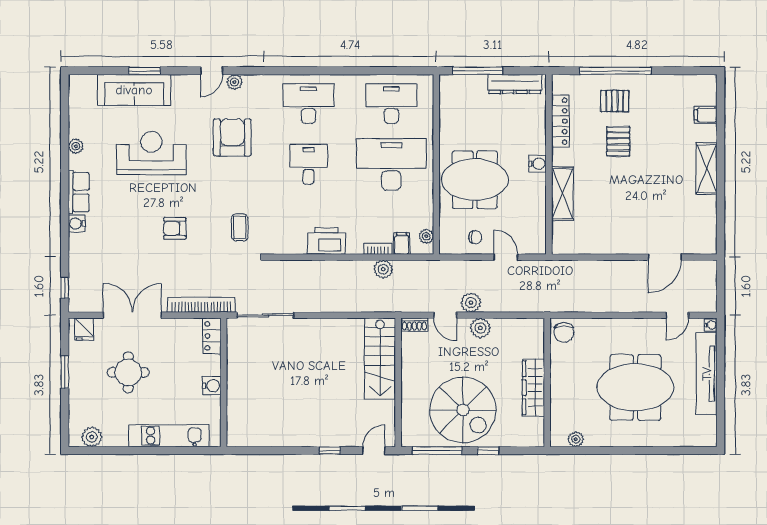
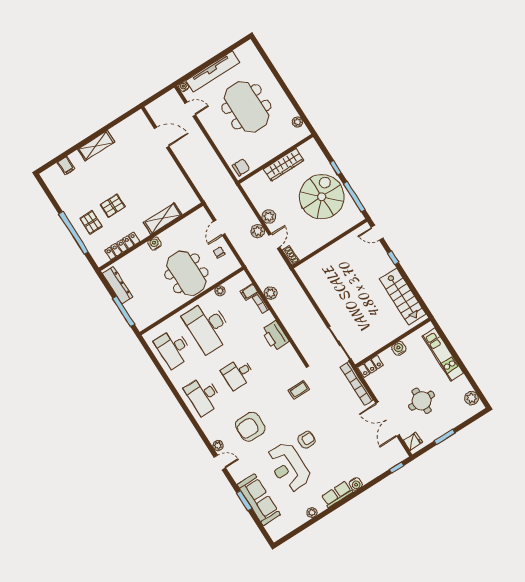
armchair: (175, 228) -> (307, 440), moved, turned -90
plant: (426, 236) -> (220, 291), moved
stairs: (380, 359) -> (403, 297), moved, turned 90

